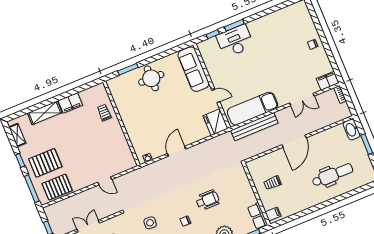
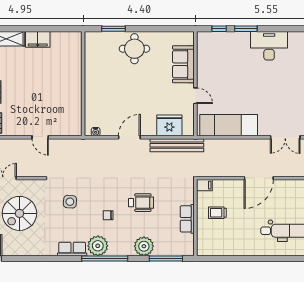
desk: (235, 41) -> (269, 46), moved
sofa: (193, 69) -> (183, 64), width x0.73
trolley: (104, 113) -> (69, 65), removed
fridge: (216, 122) -> (169, 125), moved, turned 90
bench: (254, 127) -> (177, 145), moved
filing cabinet: (273, 214) -> (204, 185), moved
row of seats: (258, 216) -> (187, 219), moved

